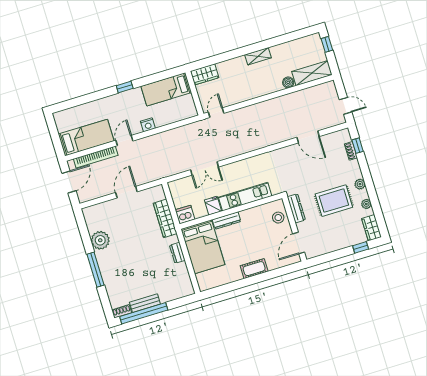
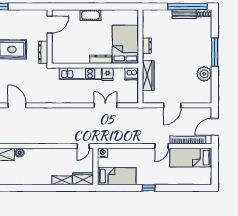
shelving: (258, 56) -> (62, 180), moved
nightstand: (148, 125) -> (103, 153), moved
stool: (278, 218) -> (60, 49), removed

